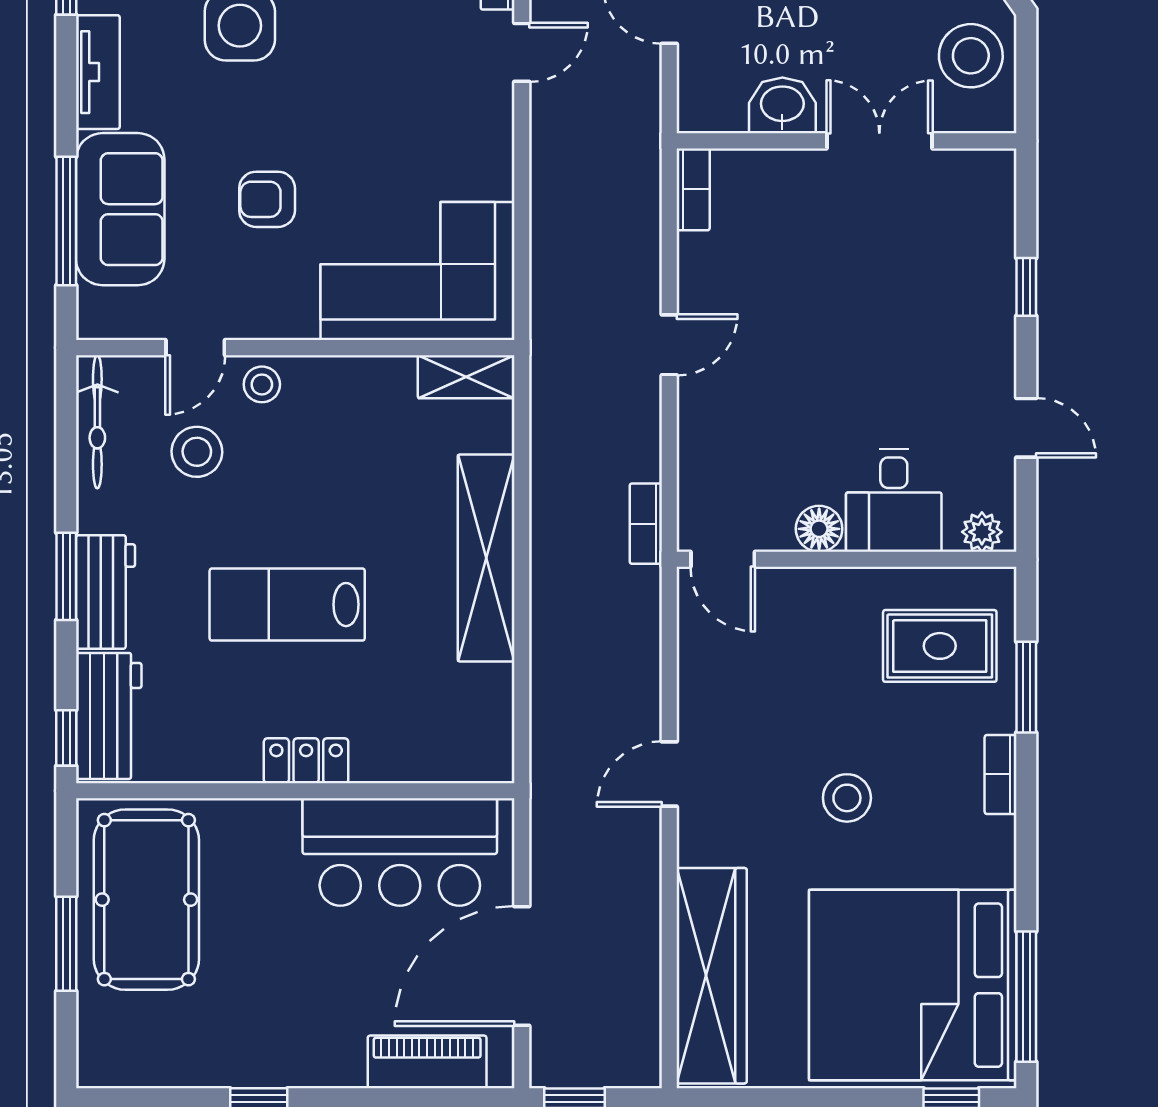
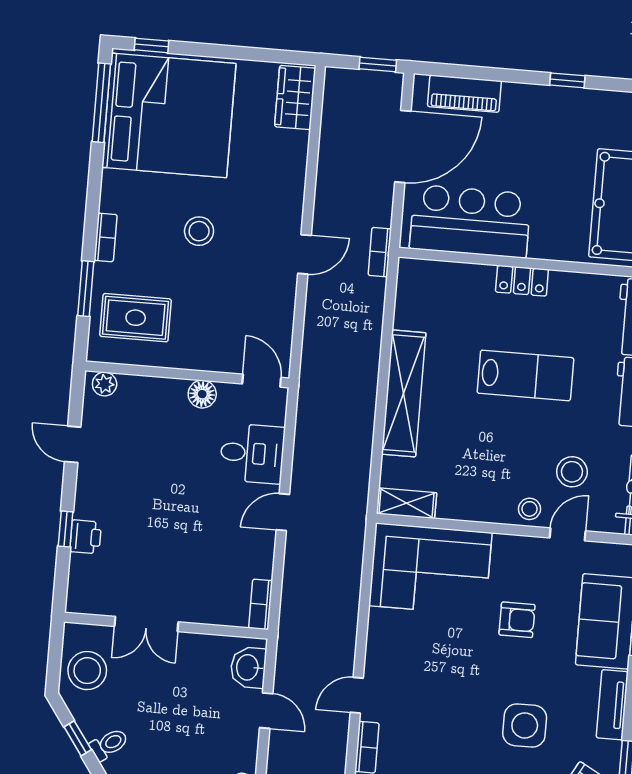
washbasin: (782, 105) -> (248, 667), moved, turned 90
printer: (992, 277) -> (86, 537), added
desk: (894, 500) -> (252, 453), moved, turned 90
bookcase: (646, 524) -> (380, 252), moved, turned 180
wardrobe: (712, 976) -> (295, 98), width x0.48, depth x0.85

